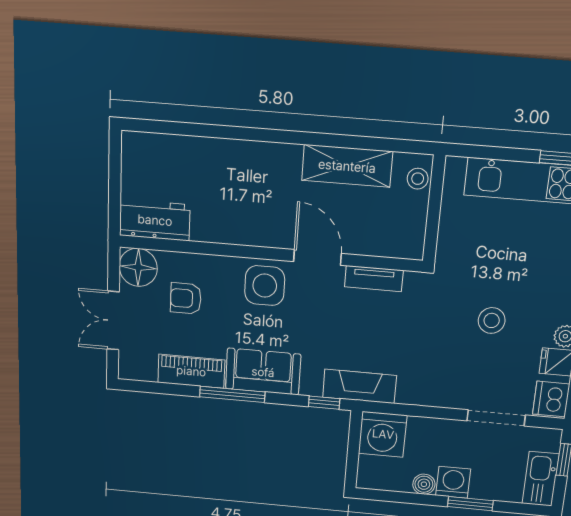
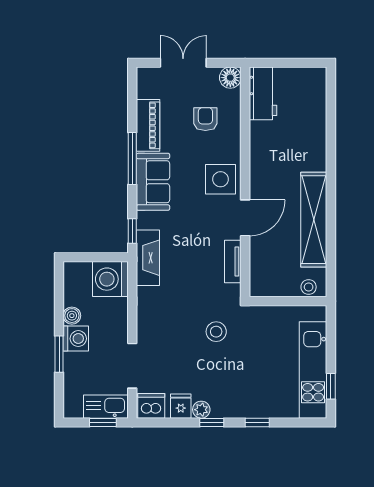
shelving: (347, 166) -> (314, 220), width x1.47
floor lamp: (138, 267) -> (230, 78), width x0.73, depth x0.73
stool: (492, 320) -> (216, 332), moved
kitchen sink: (541, 479) -> (106, 407), moved

